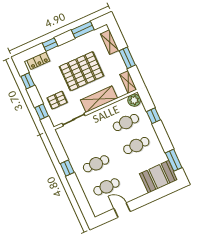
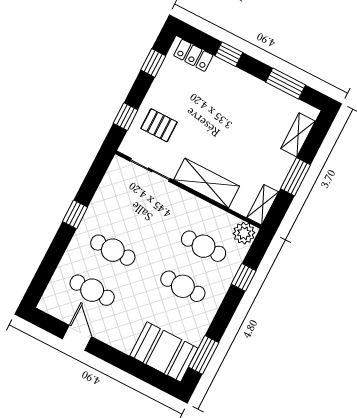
pallet: (82, 71) -> (226, 128), removed

